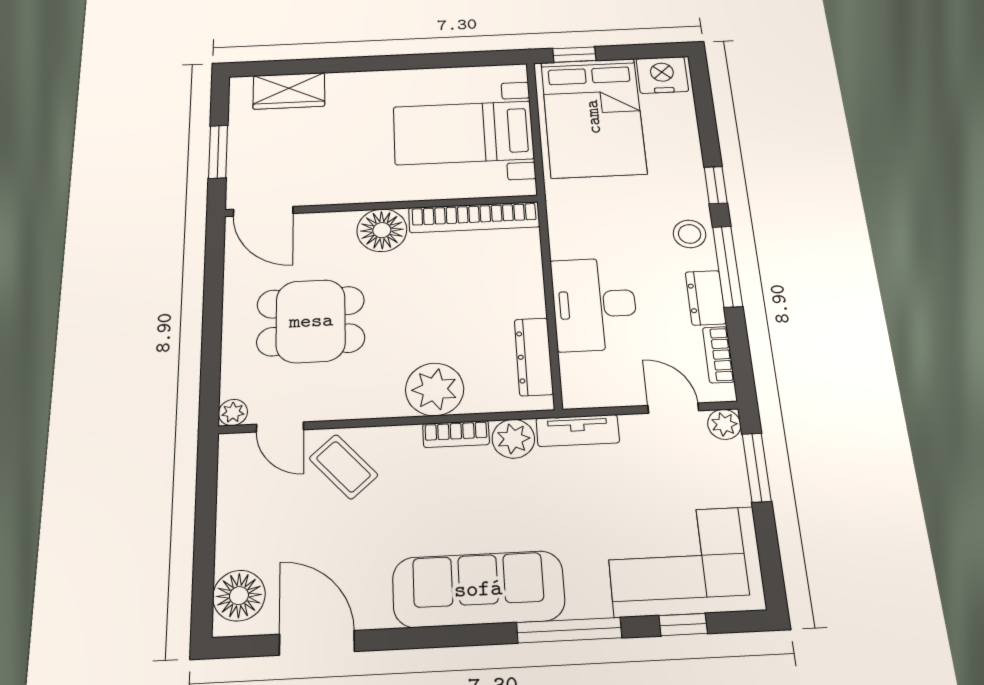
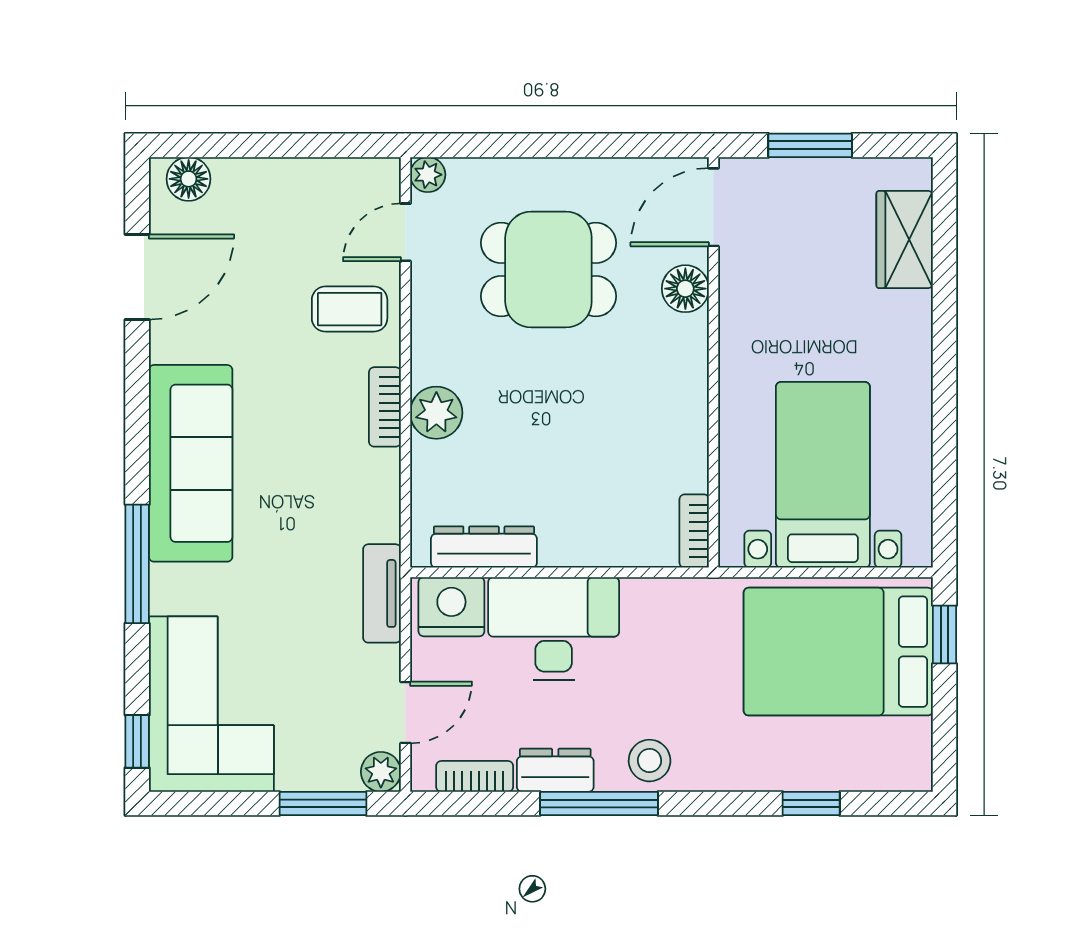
nightstand: (662, 75) -> (451, 607), moved, turned -90
window: (716, 185) -> (811, 803), moved
bookcase: (474, 217) -> (694, 531), width x0.43, depth x0.76
floor lamp: (382, 230) -> (685, 289), moved, width x0.73, depth x0.73
dining table: (311, 321) -> (548, 270), turned 90
plant: (435, 389) -> (436, 413), width x0.73, depth x0.73
bookcase: (456, 434) -> (385, 407), moved
plant: (513, 439) -> (375, 515), removed
coffee table: (343, 467) -> (350, 309), turned 42
floor lamp: (239, 596) -> (189, 179), width x0.73, depth x0.73
window: (683, 625) -> (137, 741), moved

